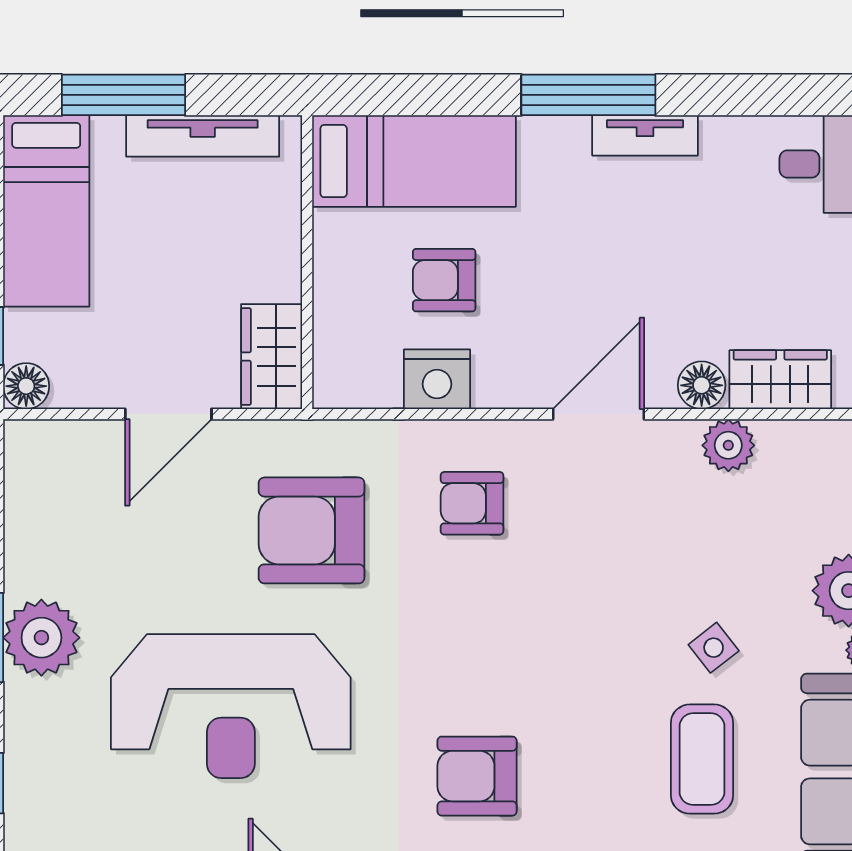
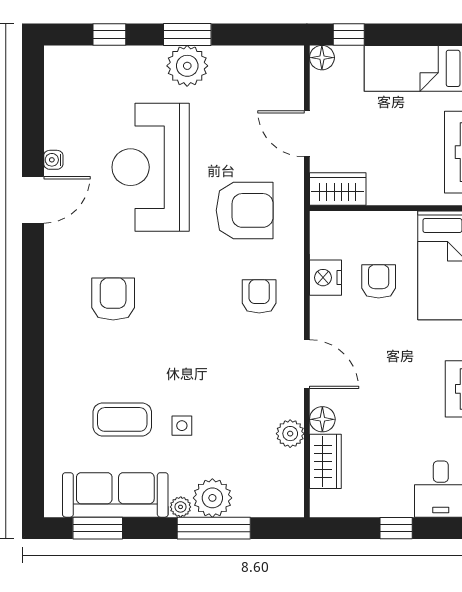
armchair: (312, 530) -> (245, 210), turned 90
side table: (714, 648) -> (182, 426), turned 38

